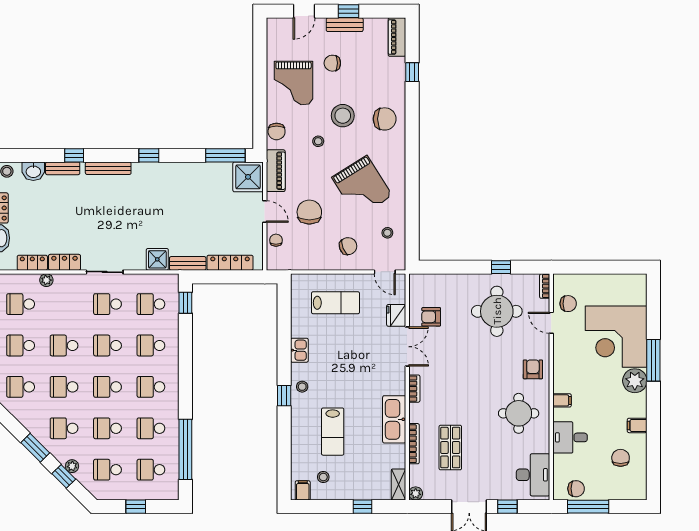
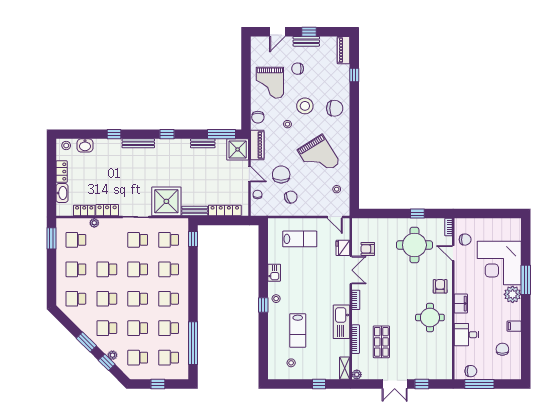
bench: (63, 168) -> (203, 143), moved
chair: (348, 246) -> (291, 197), moved
shower: (157, 259) -> (166, 201), width x1.86, depth x1.86
filing cabinet: (562, 400) -> (461, 304), width x2.00
desk: (533, 475) -> (440, 361), removed
filing cabinet: (303, 490) -> (276, 372), removed

